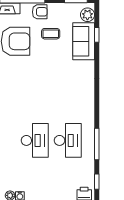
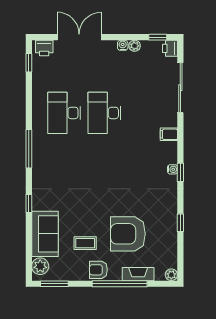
window: (97, 35) -> (29, 204), moved
window: (97, 144) -> (29, 149), moved

